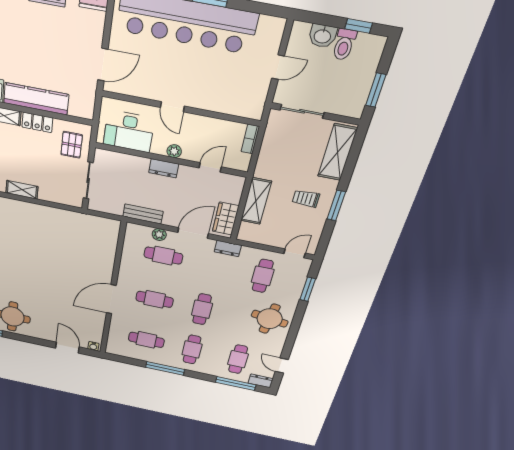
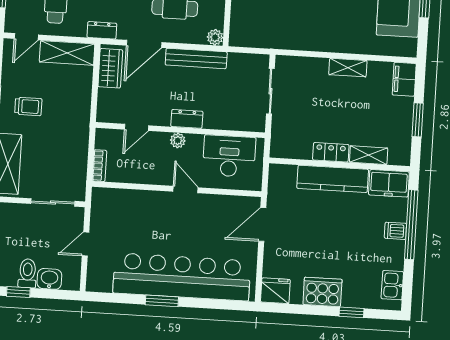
pallet: (72, 145) -> (291, 132), removed
shelving: (256, 201) -> (67, 53), moved, turned 90
bench: (143, 214) -> (196, 58), width x1.36
plant: (159, 235) -> (215, 37), moved

